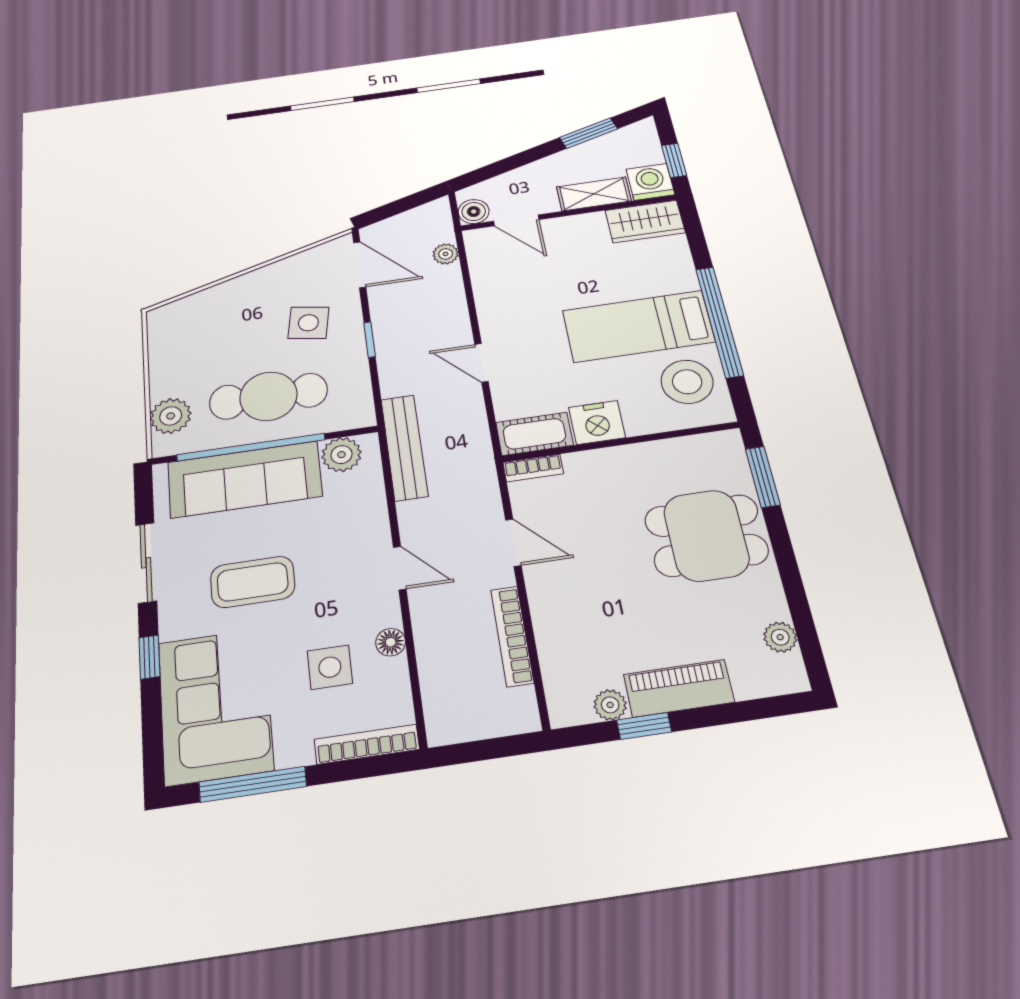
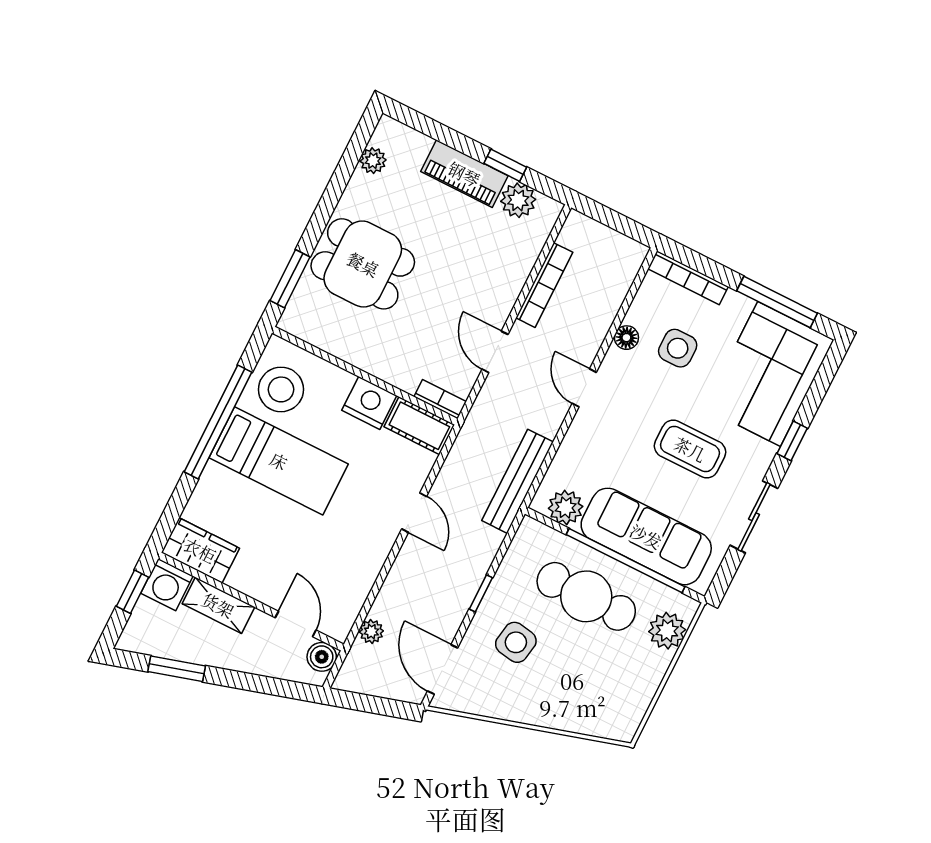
plant: (610, 705) -> (518, 200), width x1.38, depth x1.38

